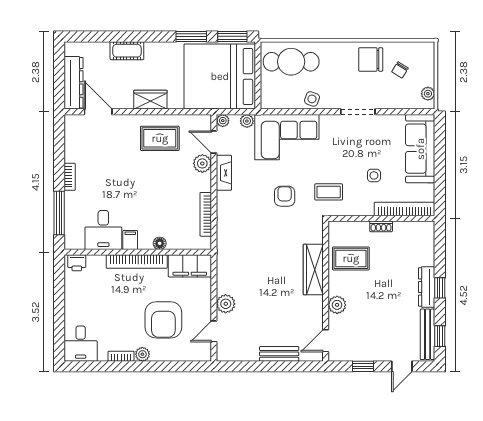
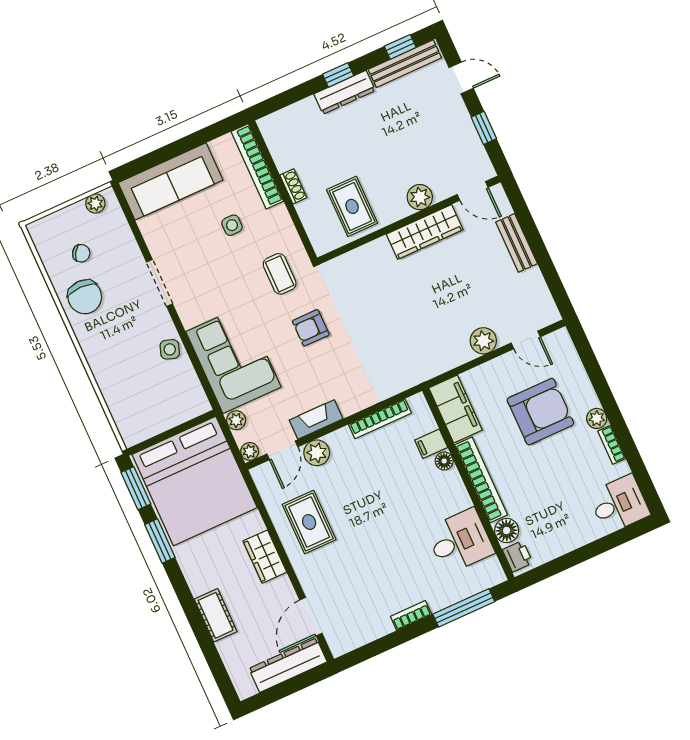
cafe table: (291, 62) -> (134, 398), removed
filing cabinet: (130, 240) -> (431, 444), moved
floor lamp: (97, 263) -> (507, 531), added
wardrobe: (313, 270) -> (425, 232), moved

